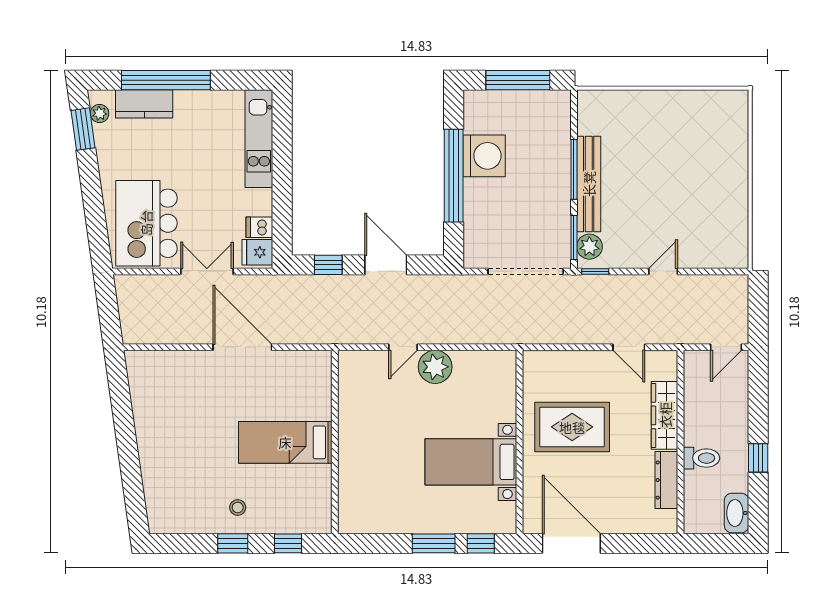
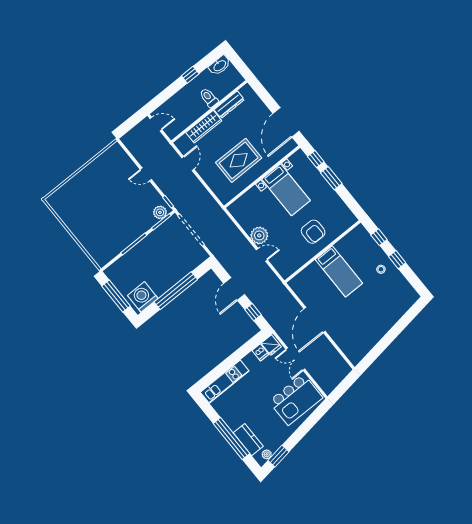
washing machine: (484, 156) -> (143, 297), moved
bench: (589, 184) -> (135, 233), removed
rug: (572, 427) -> (239, 160), turned 90
armchair: (376, 452) -> (313, 232), added

